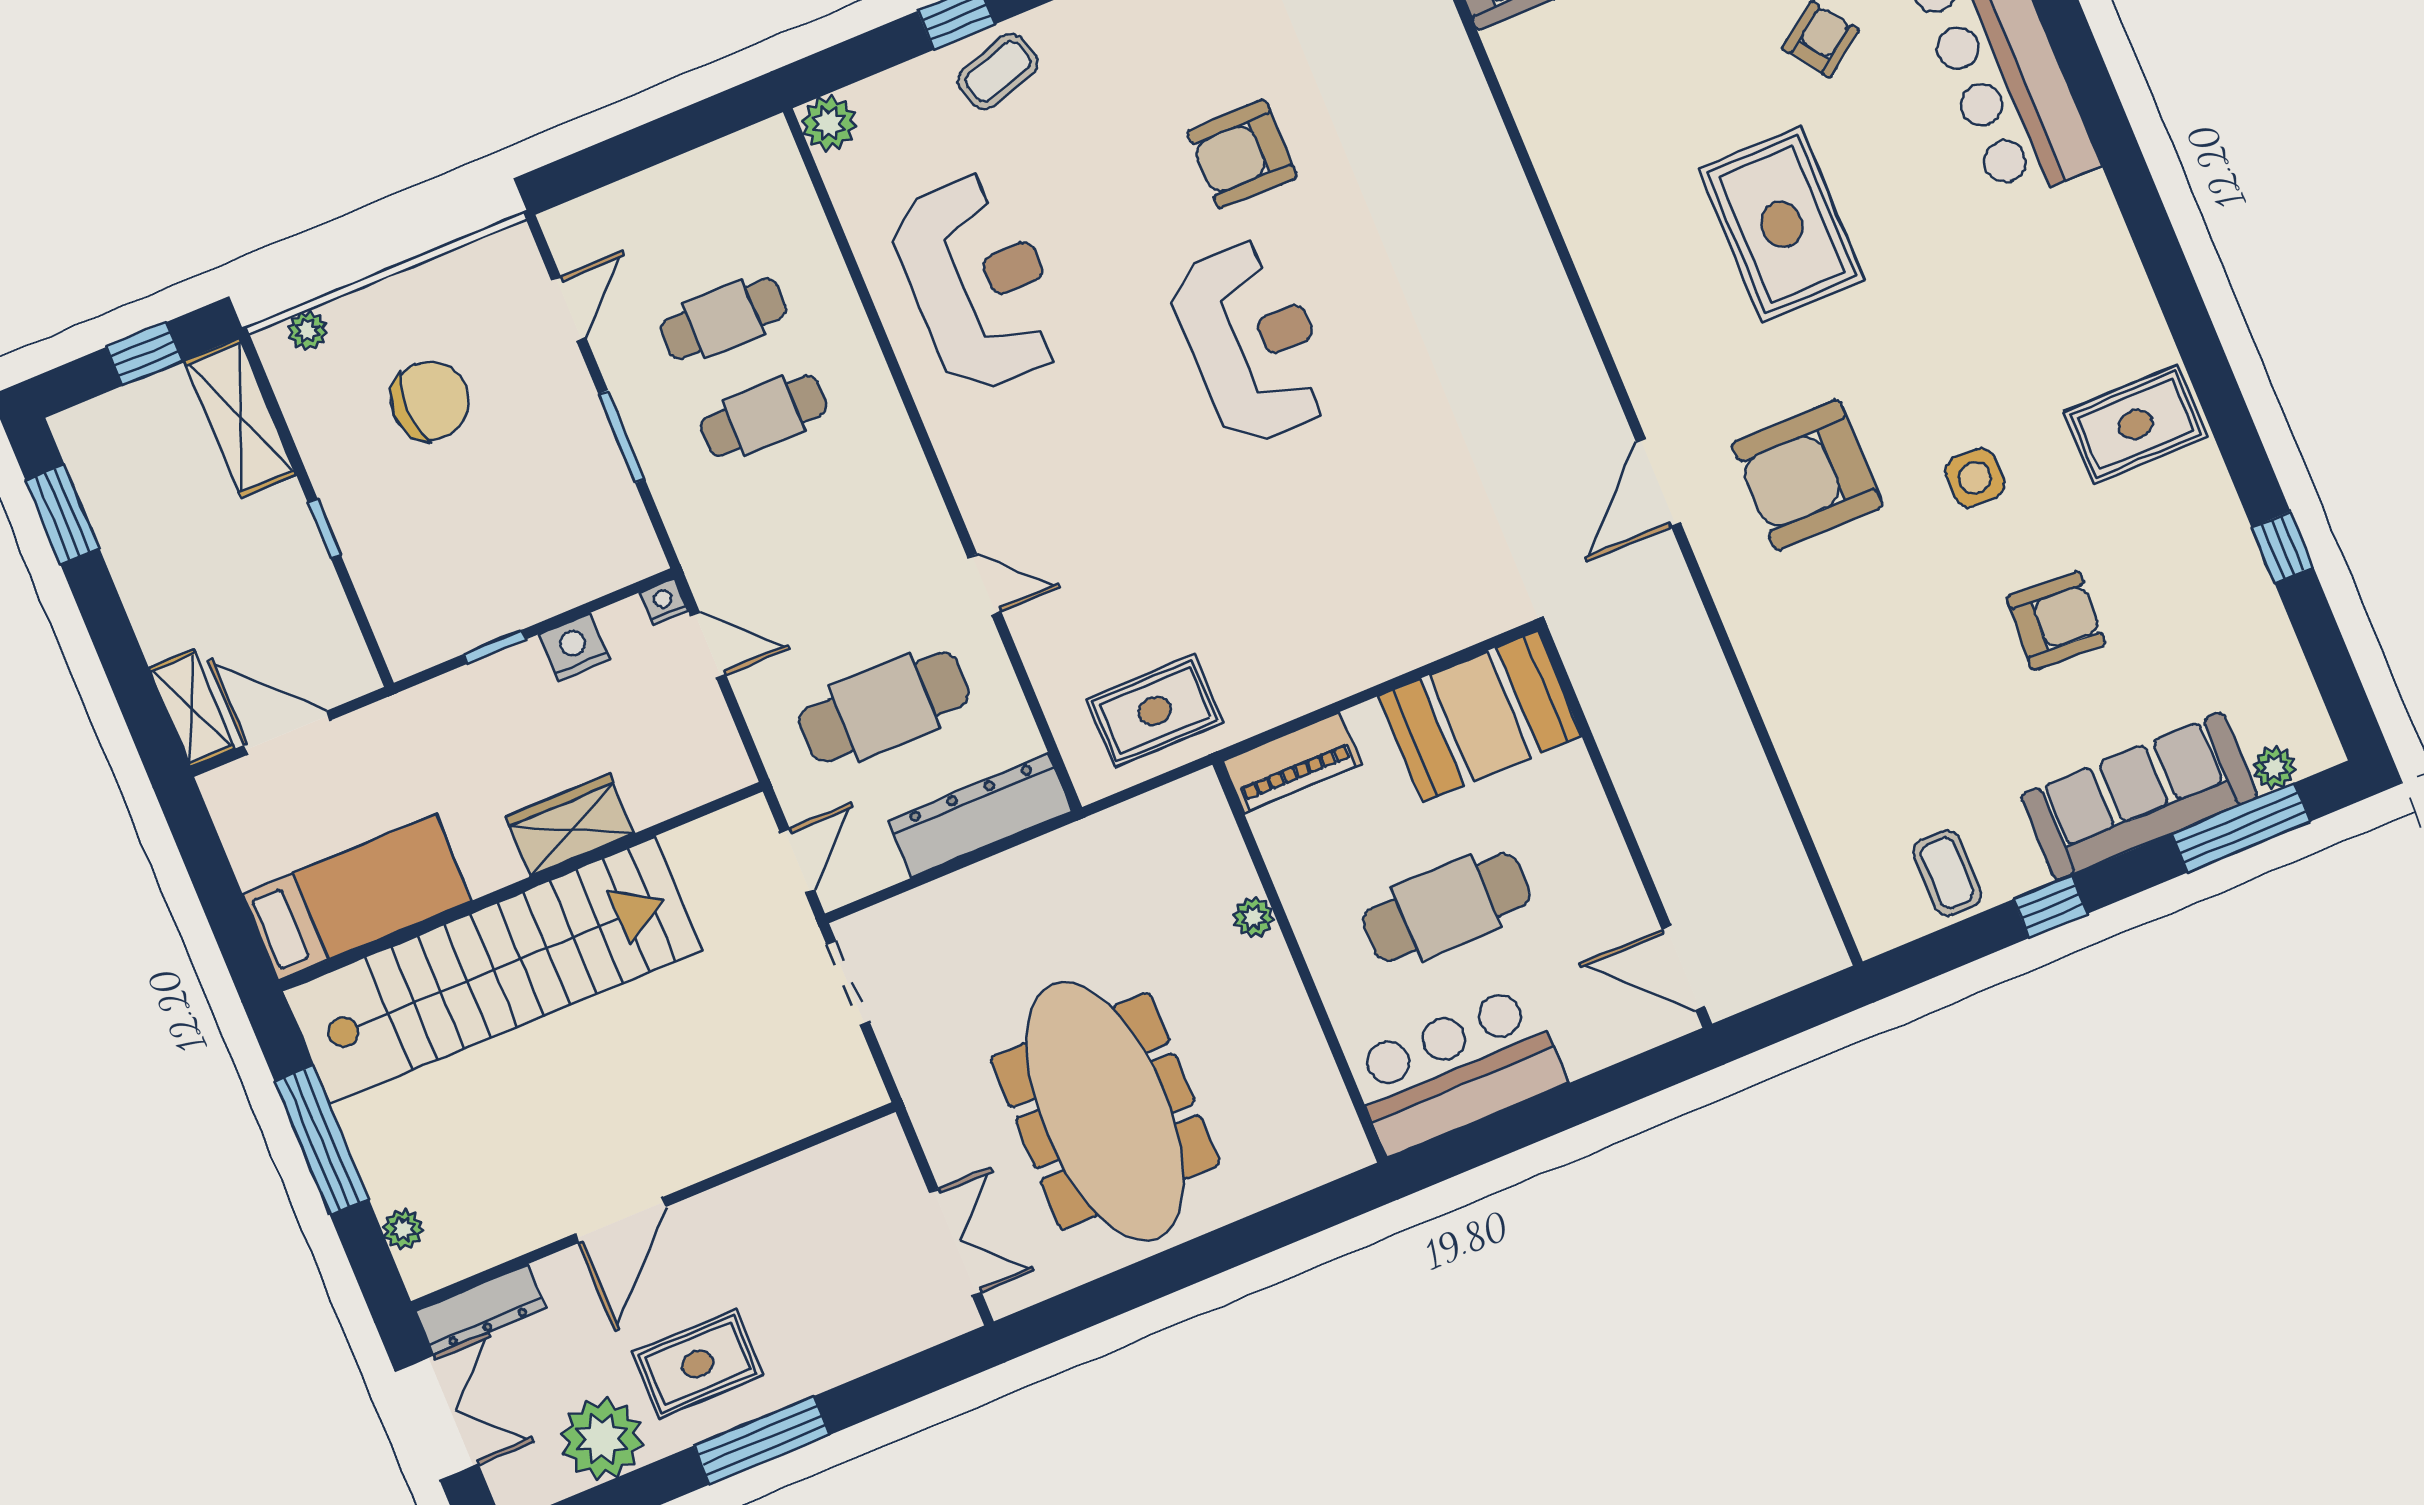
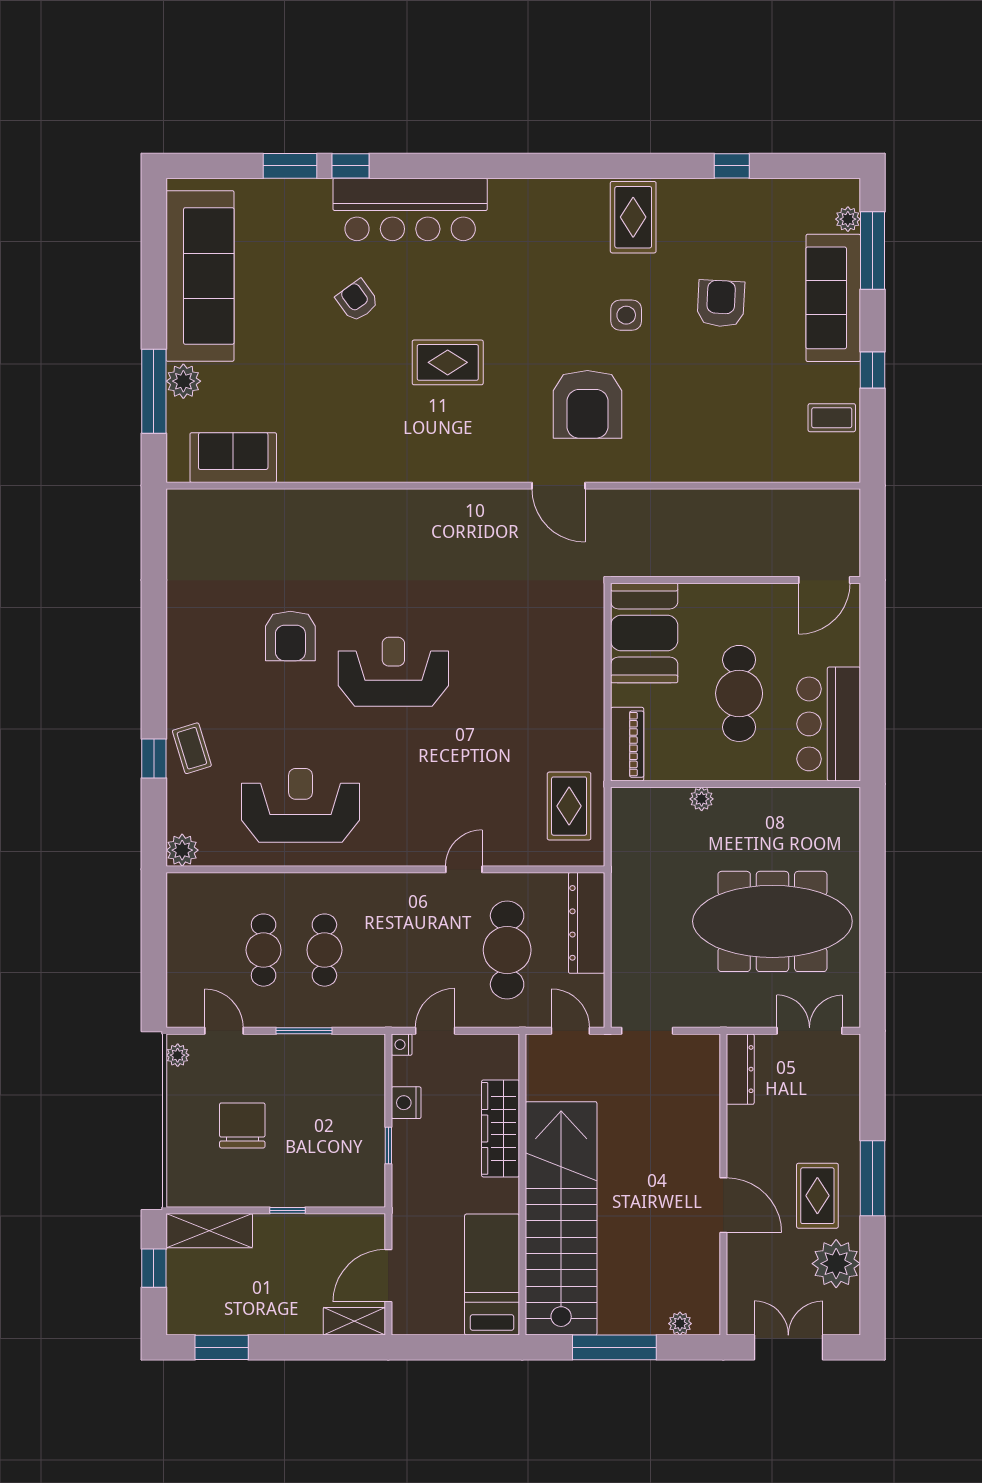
rug: (1782, 224) -> (448, 362), width x0.73, depth x0.70
plant: (308, 330) -> (178, 1055), moved
wardrobe: (570, 825) -> (501, 1128), width x1.50
dresser: (481, 1310) -> (740, 1069), moved

